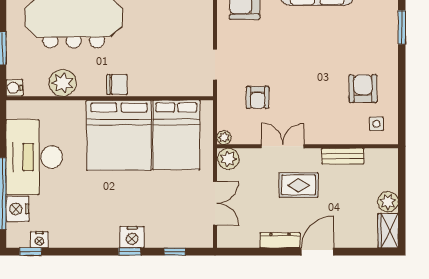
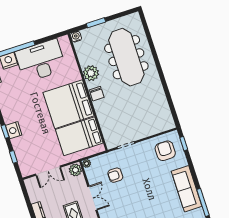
plant: (63, 83) -> (91, 73), moved

